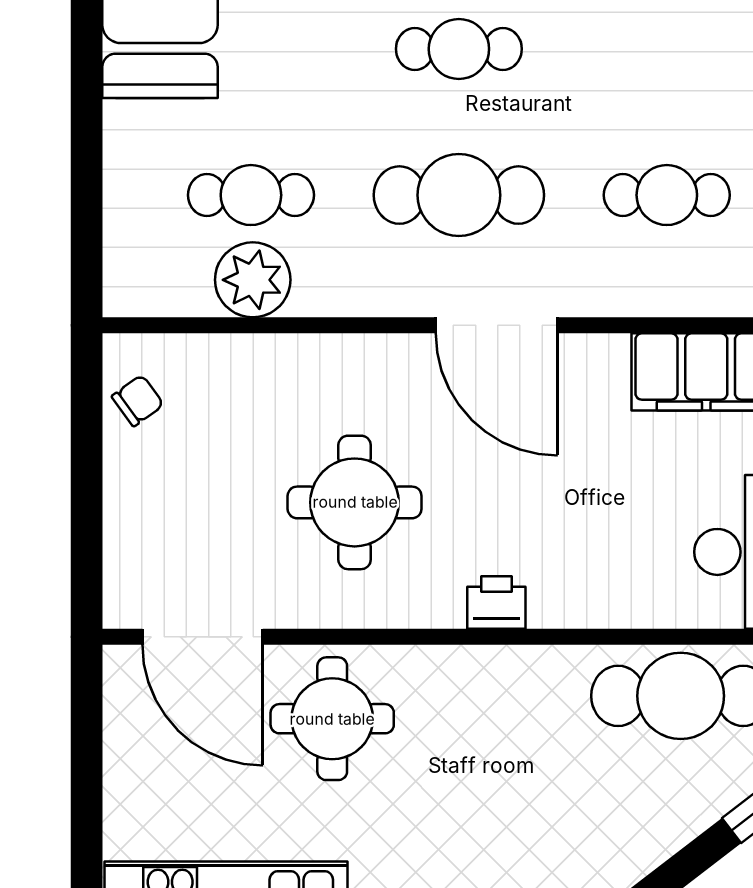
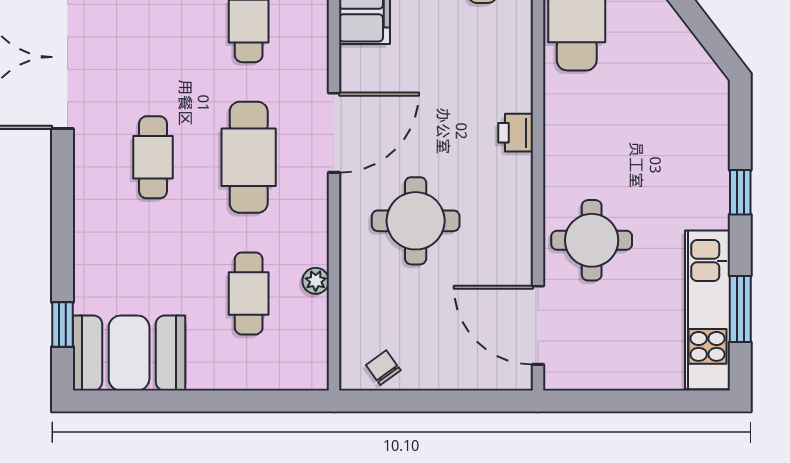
plant: (253, 280) -> (316, 281), width x0.53, depth x0.53
round table: (355, 502) -> (416, 221), moved
door: (203, 637) -> (538, 325), swing flipped

